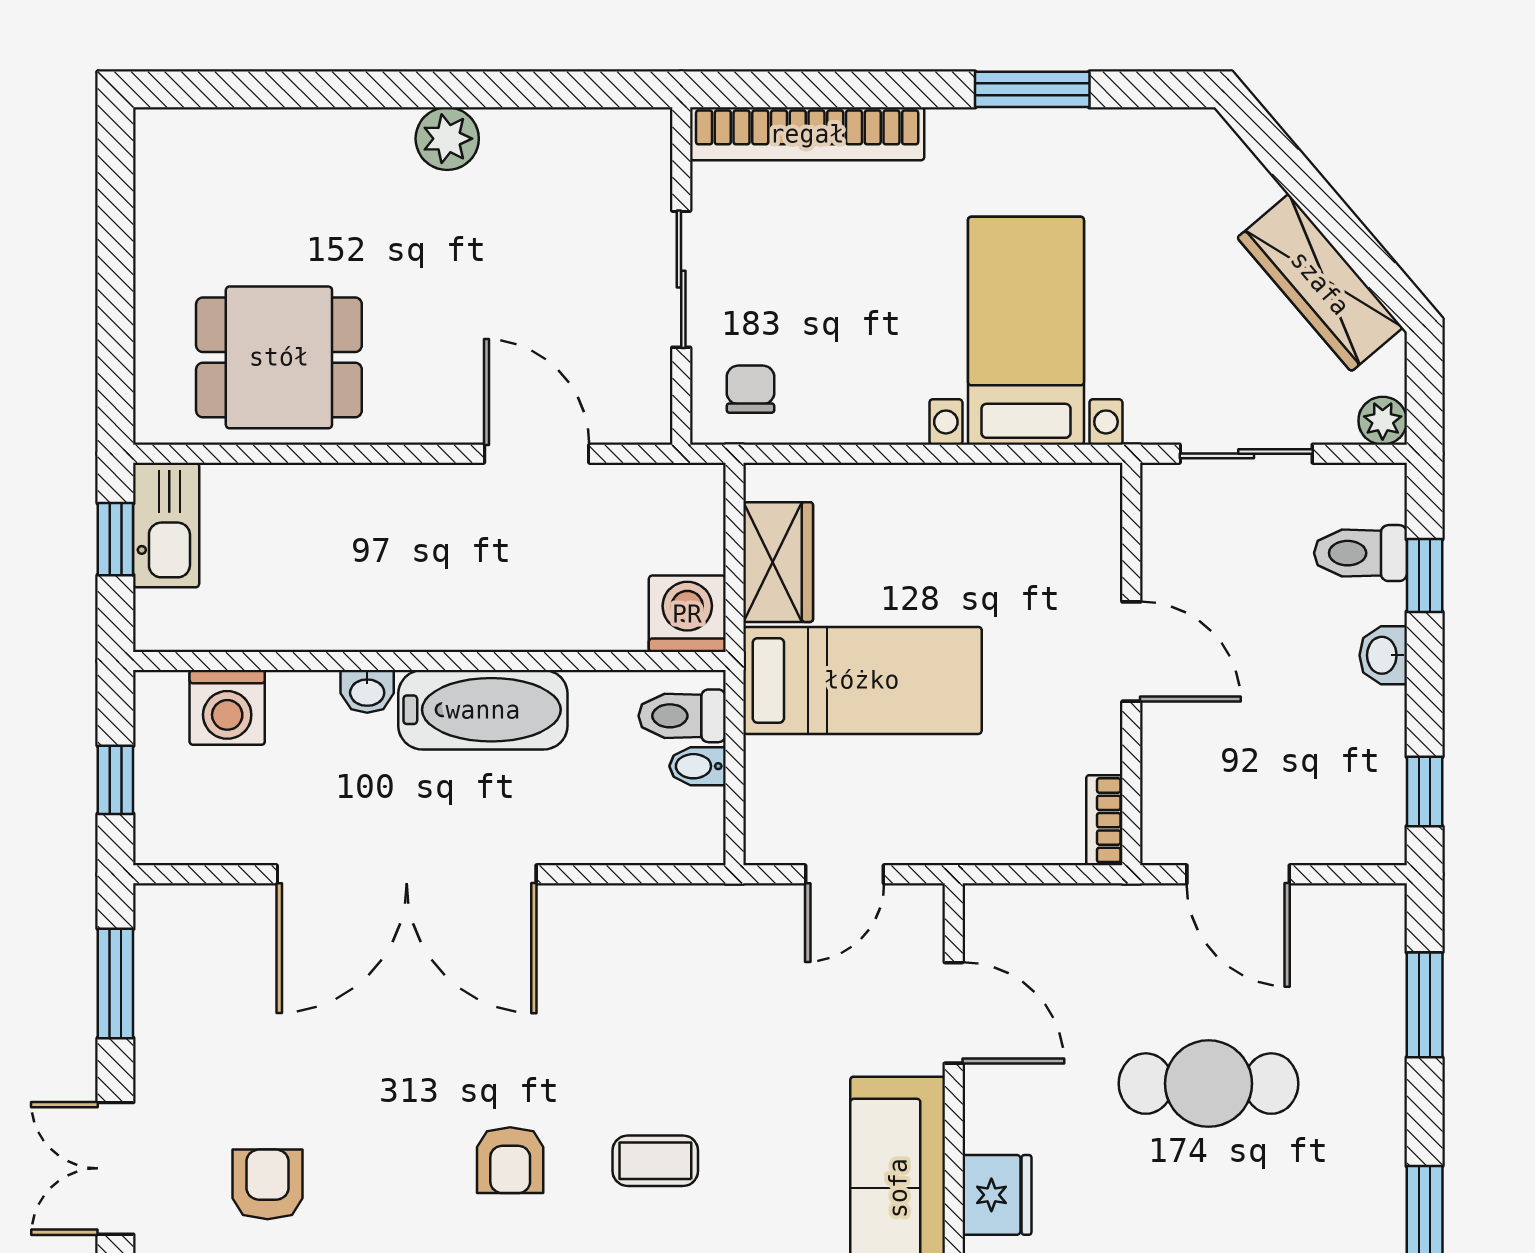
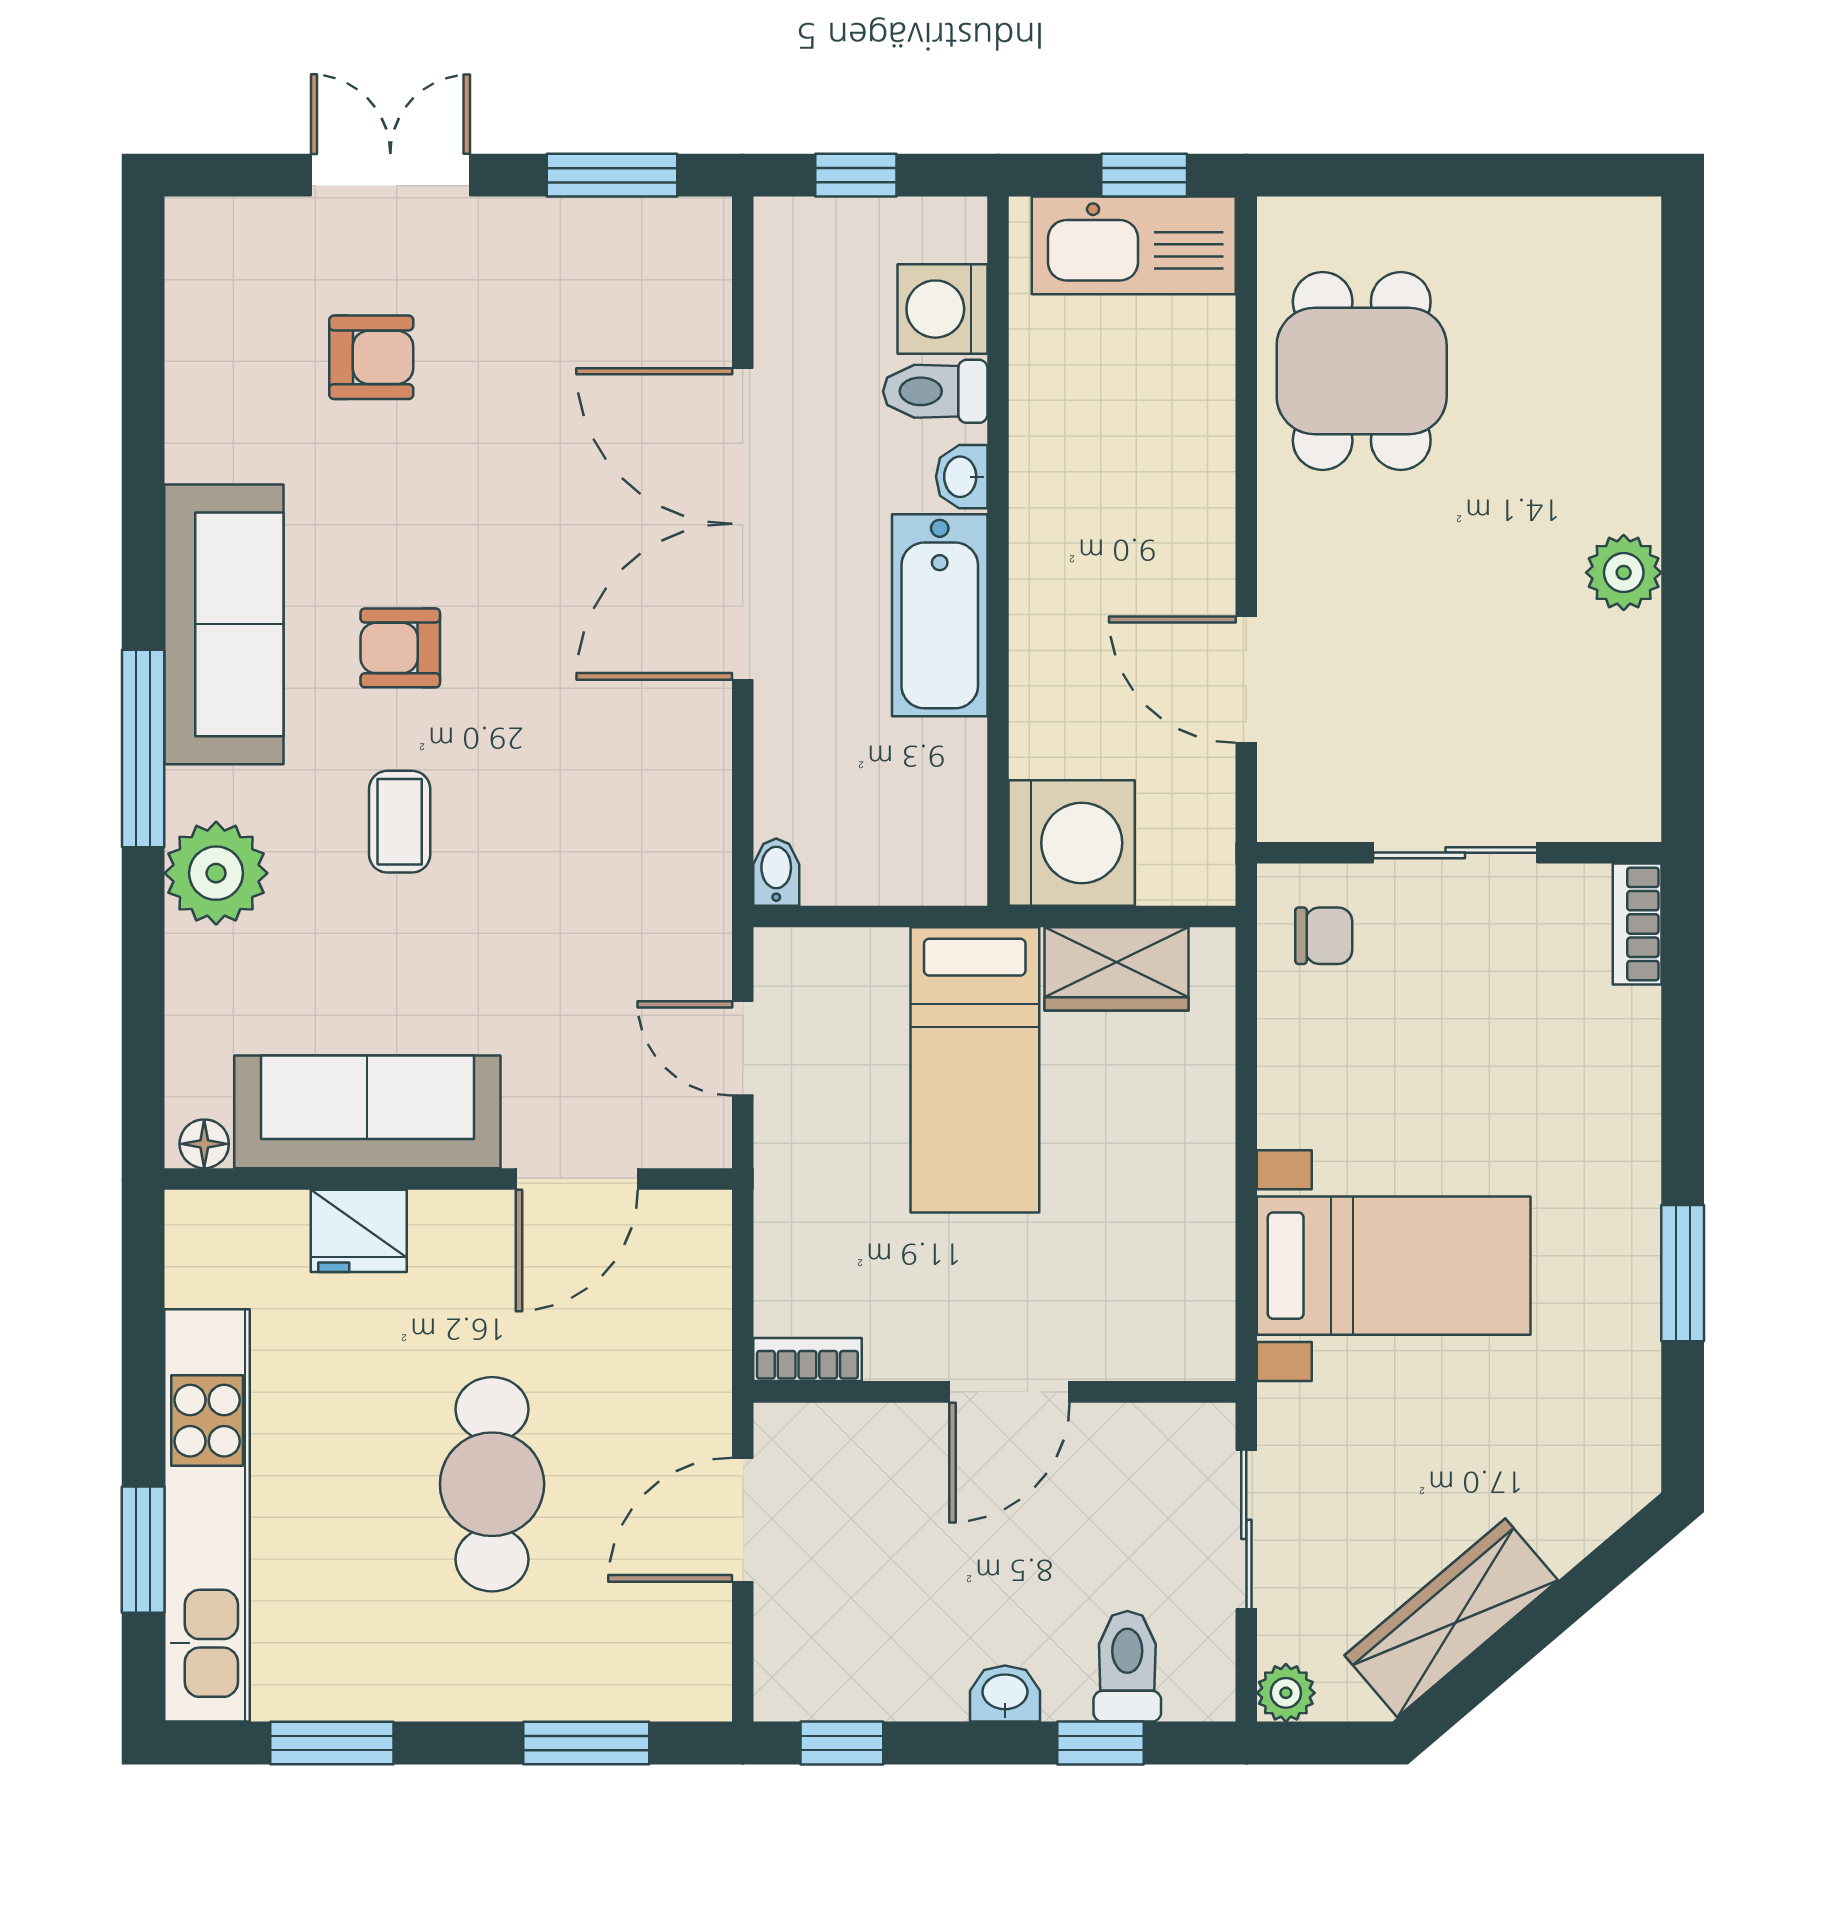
bookcase: (807, 134) -> (1637, 924), width x0.43, depth x0.76
door: (537, 454) -> (1246, 680), swing flipped
kitchen sink: (166, 525) -> (1134, 245), width x1.36, depth x1.24
washing machine: (687, 614) -> (1072, 843), width x1.37, depth x1.37
toilet: (682, 716) -> (935, 391), moved, turned -90
bidet: (697, 766) -> (776, 872), moved

